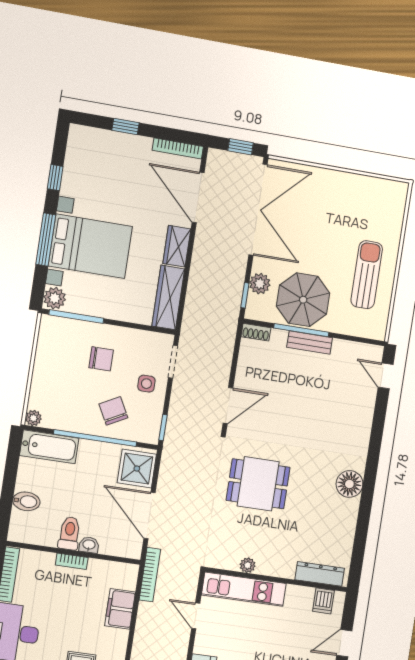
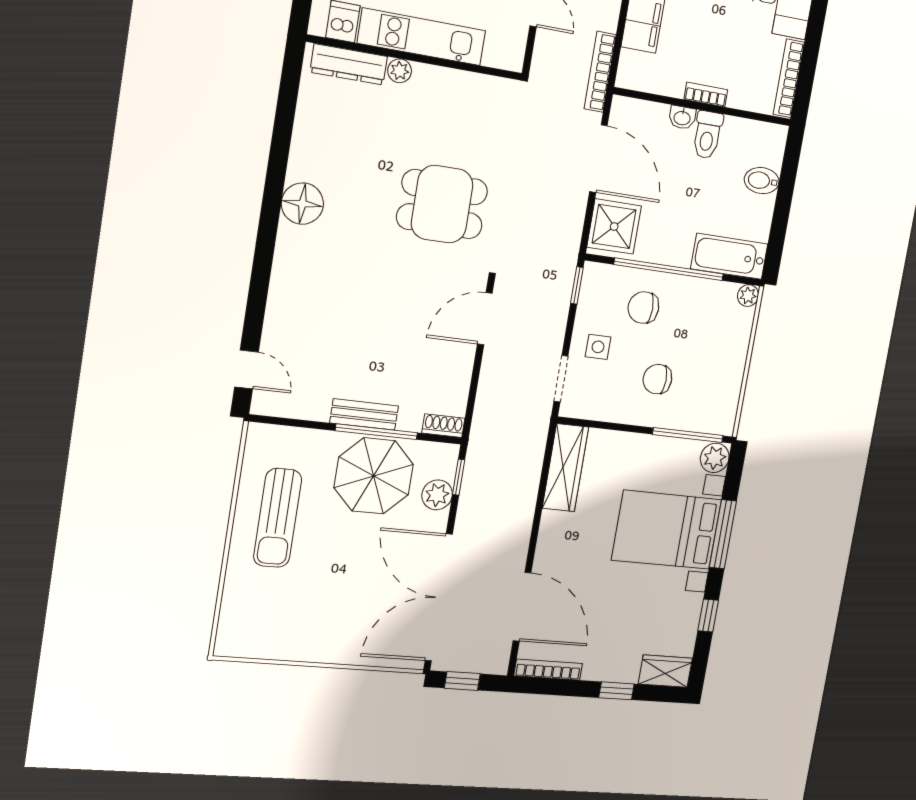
wardrobe: (177, 246) -> (665, 671), moved, turned -90
chair: (113, 411) -> (643, 307), turned 118
plant: (248, 565) -> (400, 71), moved
kitchen unit: (244, 589) -> (422, 37), moved

